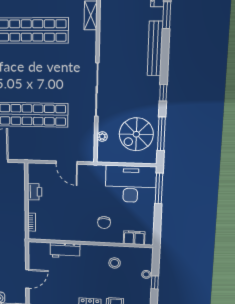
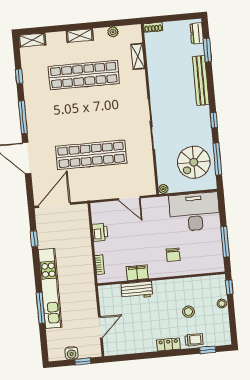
plant: (102, 136) -> (163, 189), moved
window: (159, 188) -> (225, 242), moved
filing cabinet: (134, 238) -> (137, 273), moved
stool: (115, 263) -> (188, 312), moved
window: (155, 282) -> (229, 287), moved

